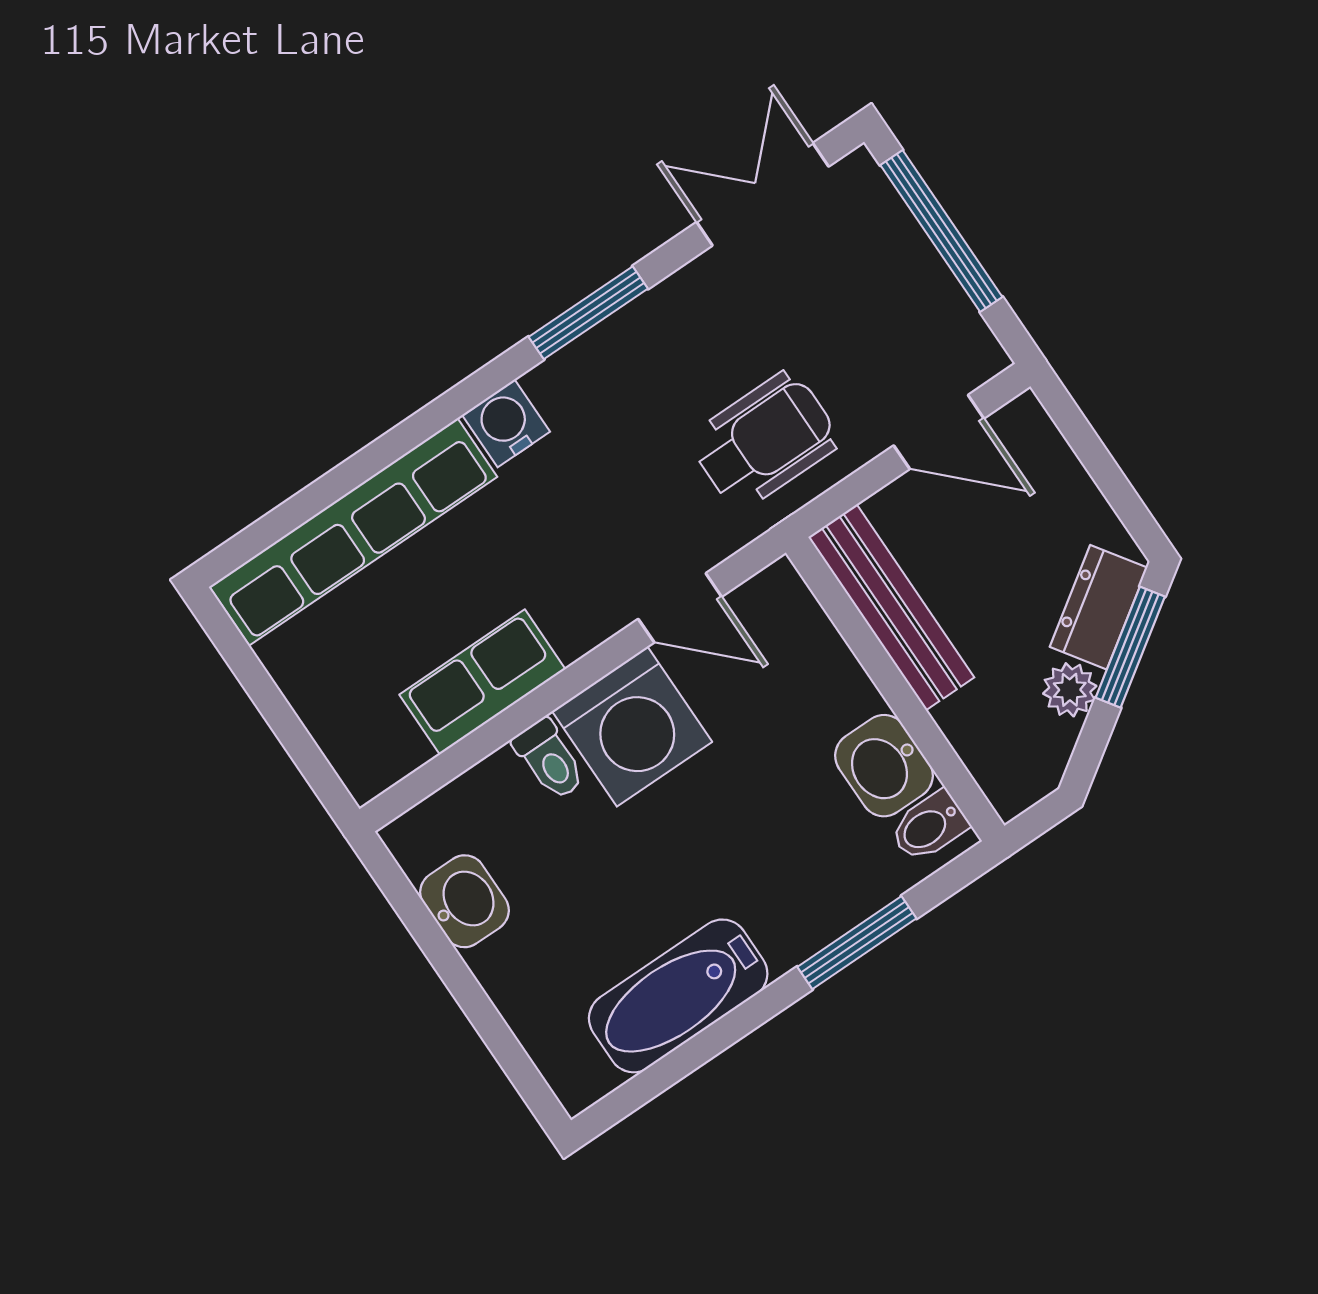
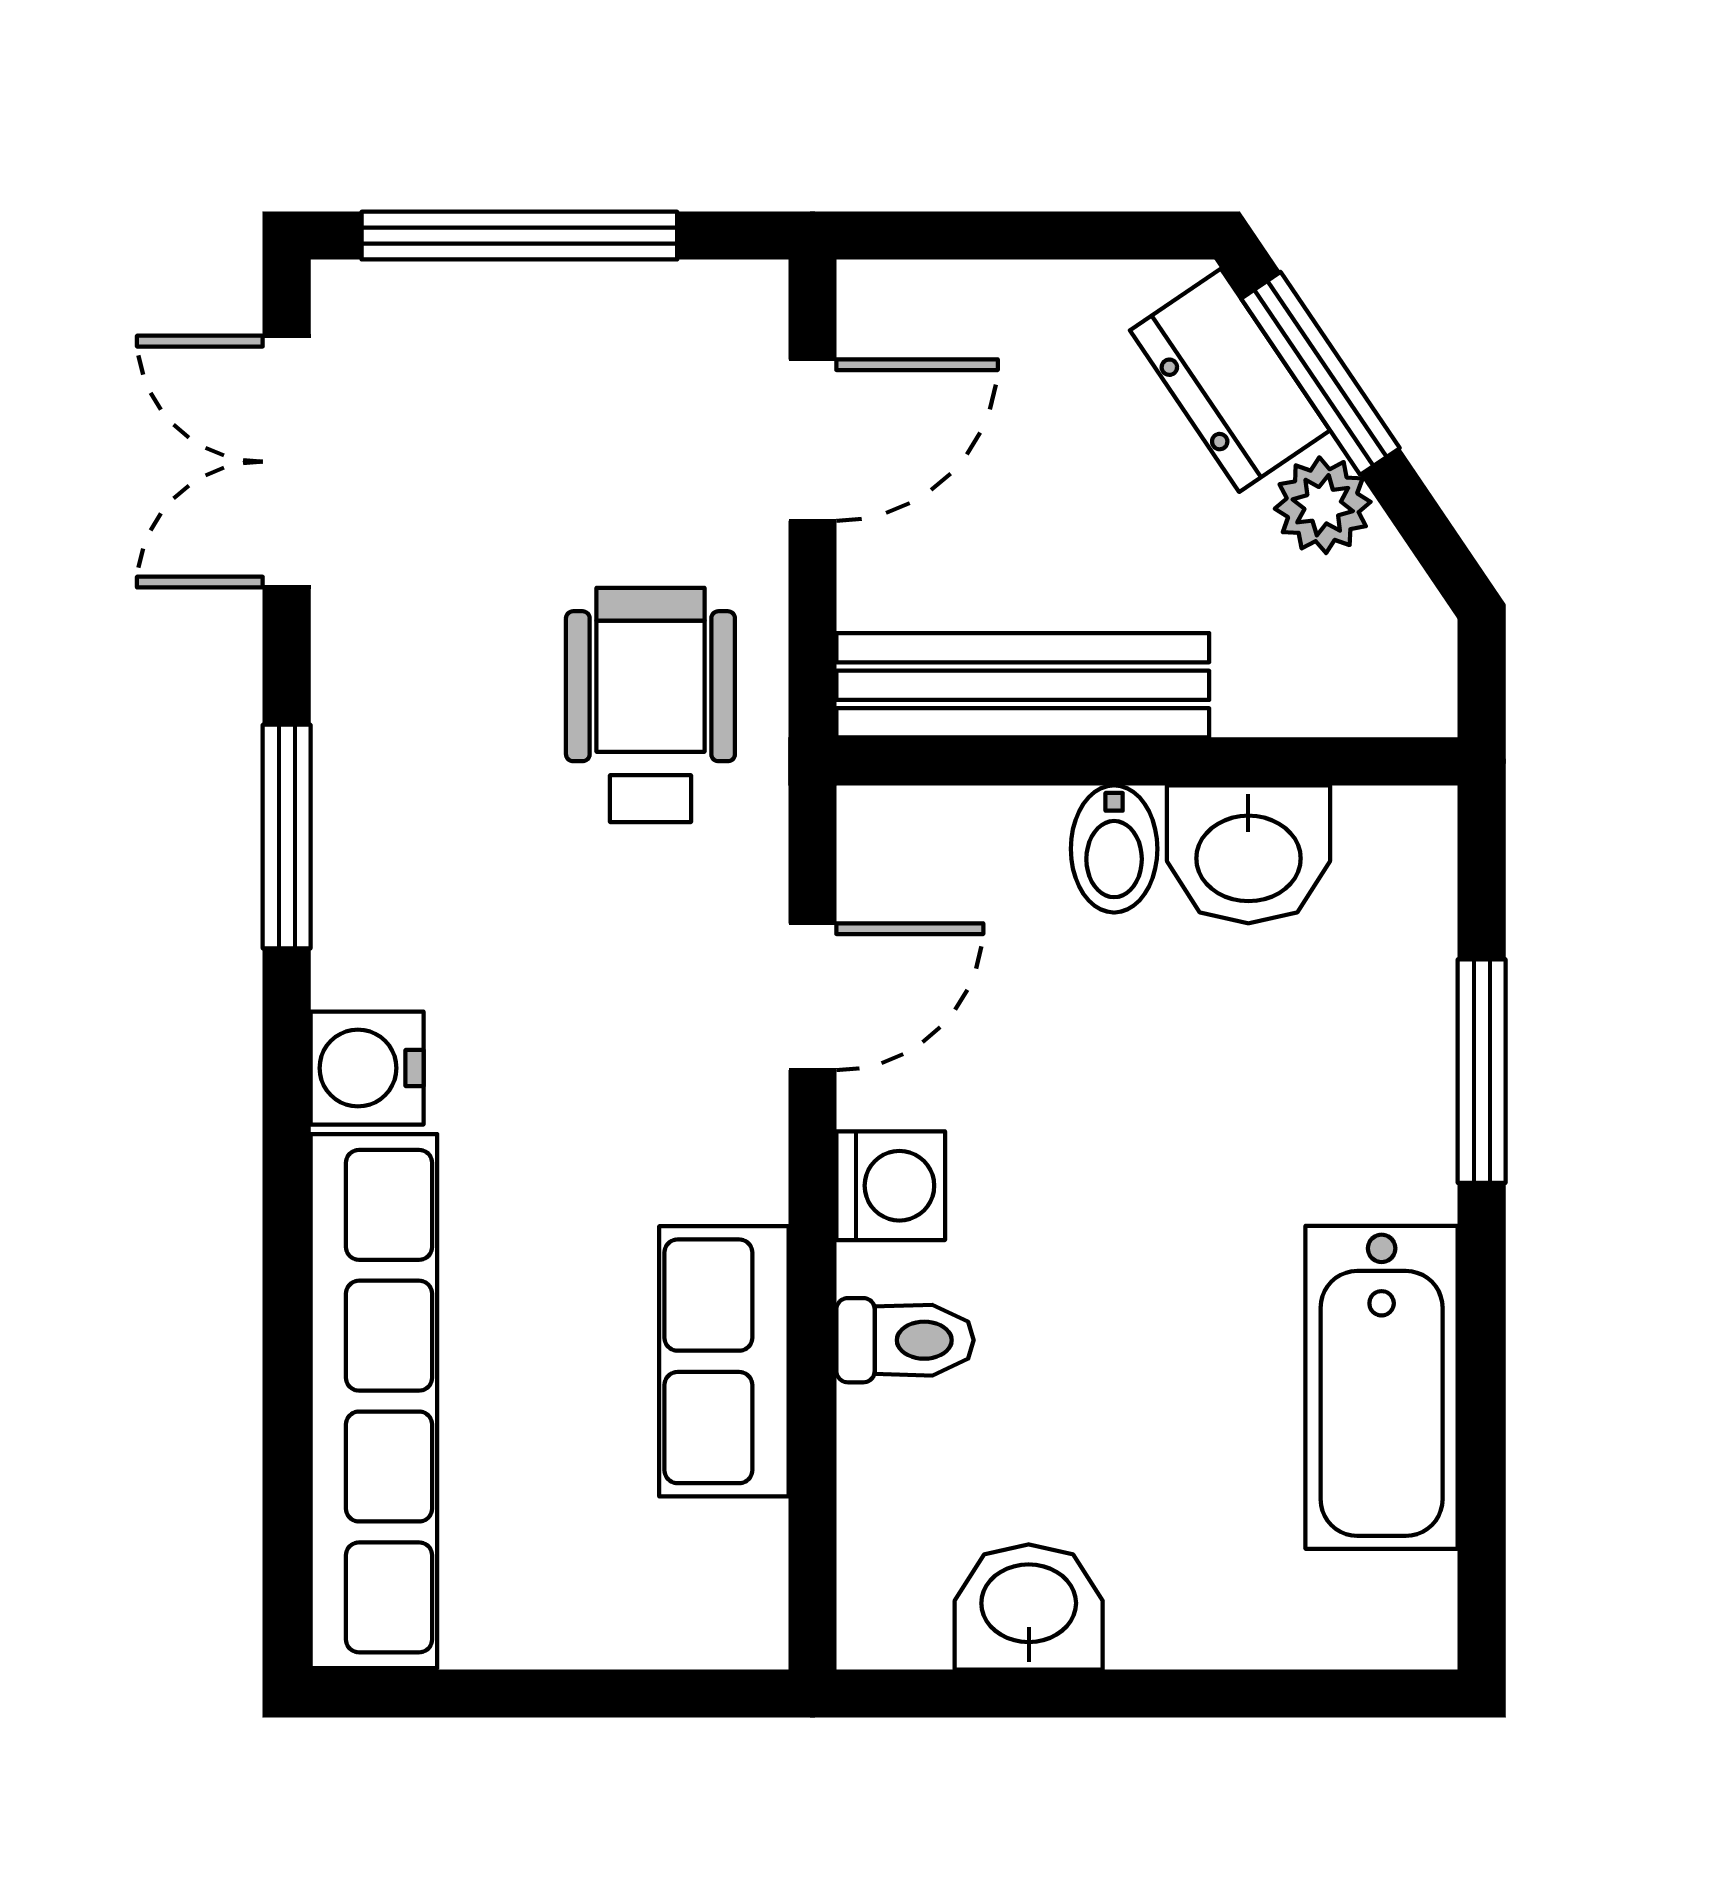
washing machine: (632, 726) -> (891, 1186), width x0.53, depth x0.53
bidet: (929, 826) -> (1114, 849), moved

